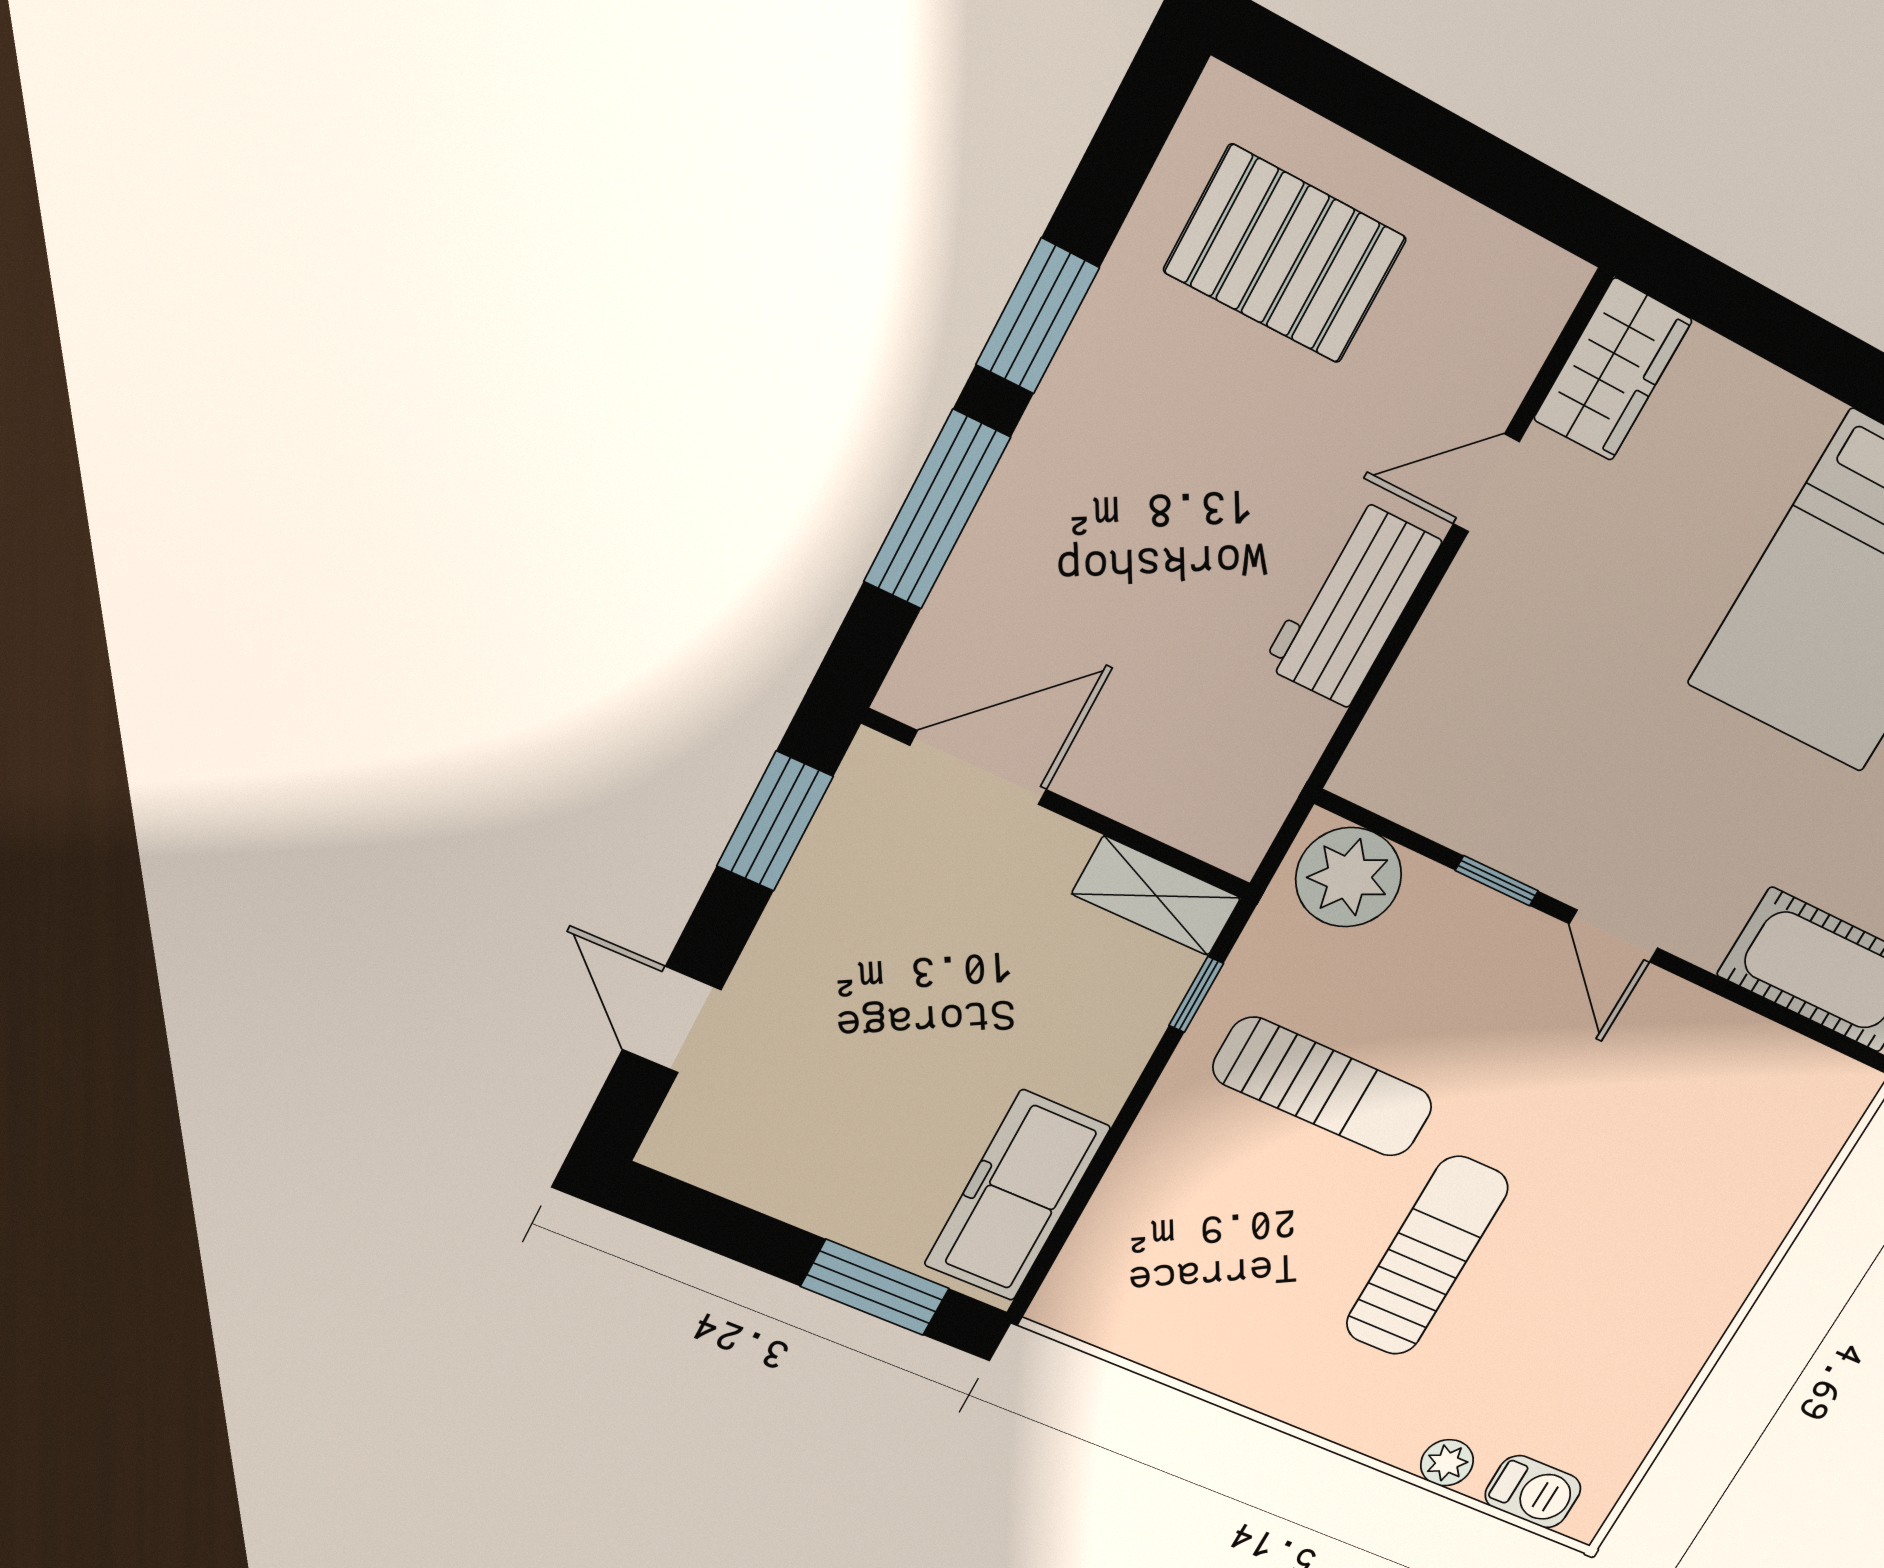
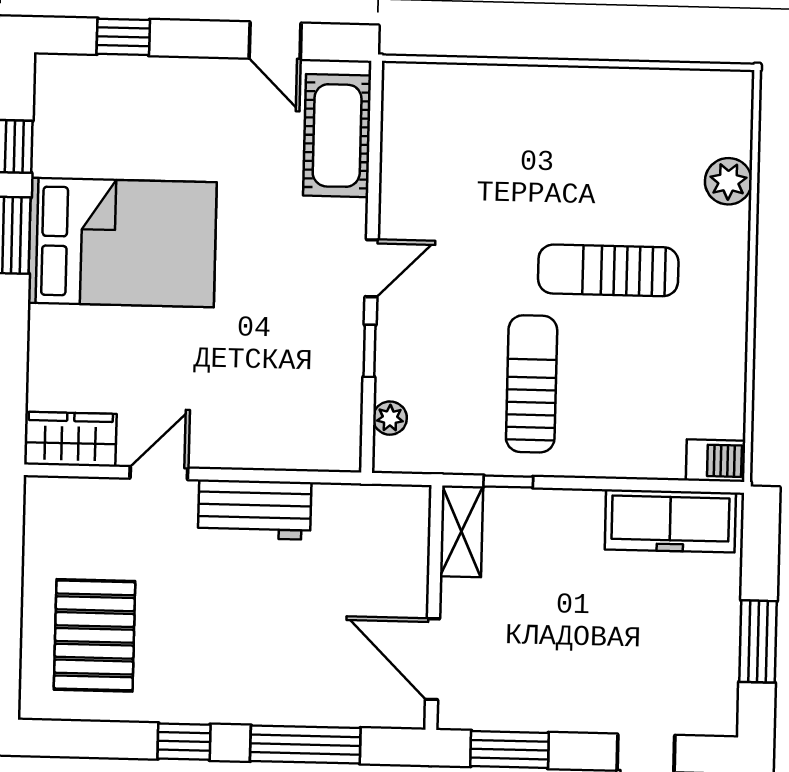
window: (1037, 316) -> (184, 742), width x0.67
door: (1486, 483) -> (159, 473), swing flipped
plant: (1349, 877) -> (390, 418), width x0.53, depth x0.53
window: (875, 1287) -> (758, 641), moved
plant: (1447, 1463) -> (728, 181), width x1.38, depth x1.38
barbecue: (1533, 1492) -> (716, 461), moved, turned 90

